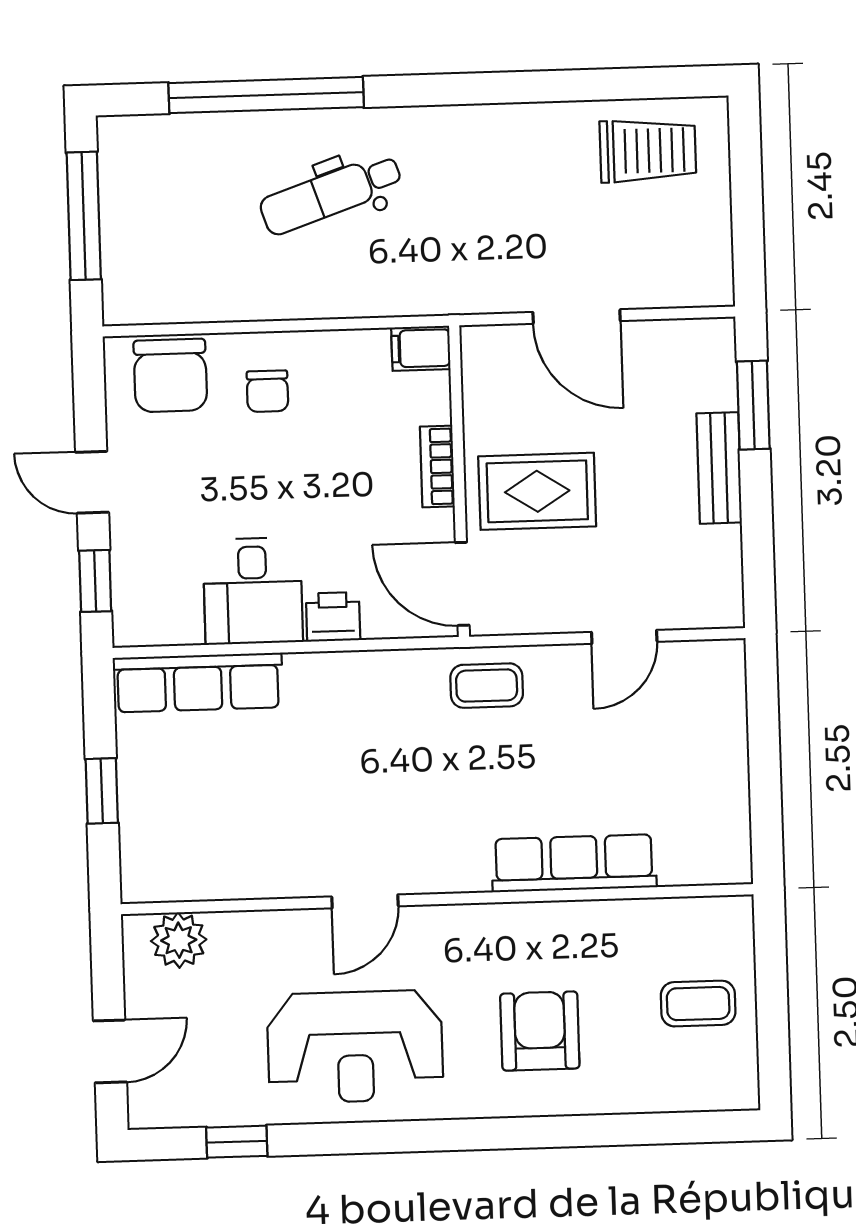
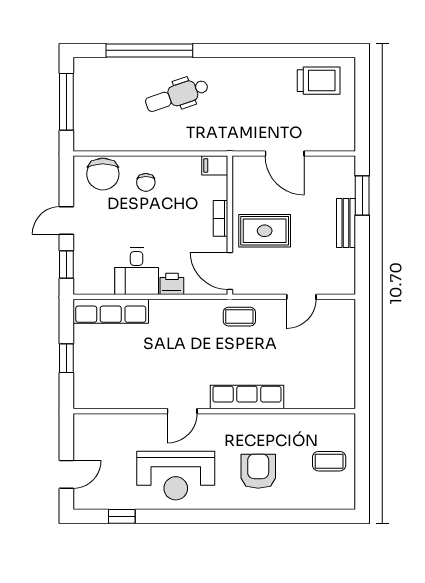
door: (92, 482) -> (66, 220), hinge flipped
row of seats: (574, 863) -> (247, 397), moved
plant: (179, 940) -> (99, 426), removed

